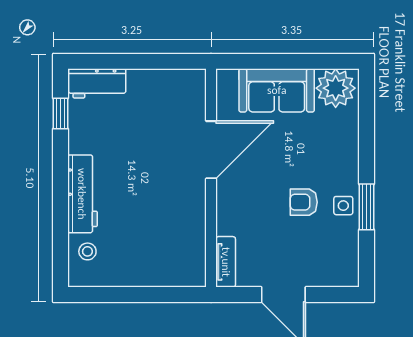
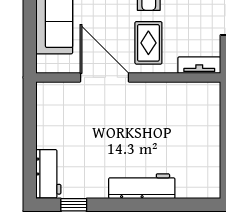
rug: (252, 202) -> (148, 43), added
stool: (87, 251) -> (190, 182), removed

